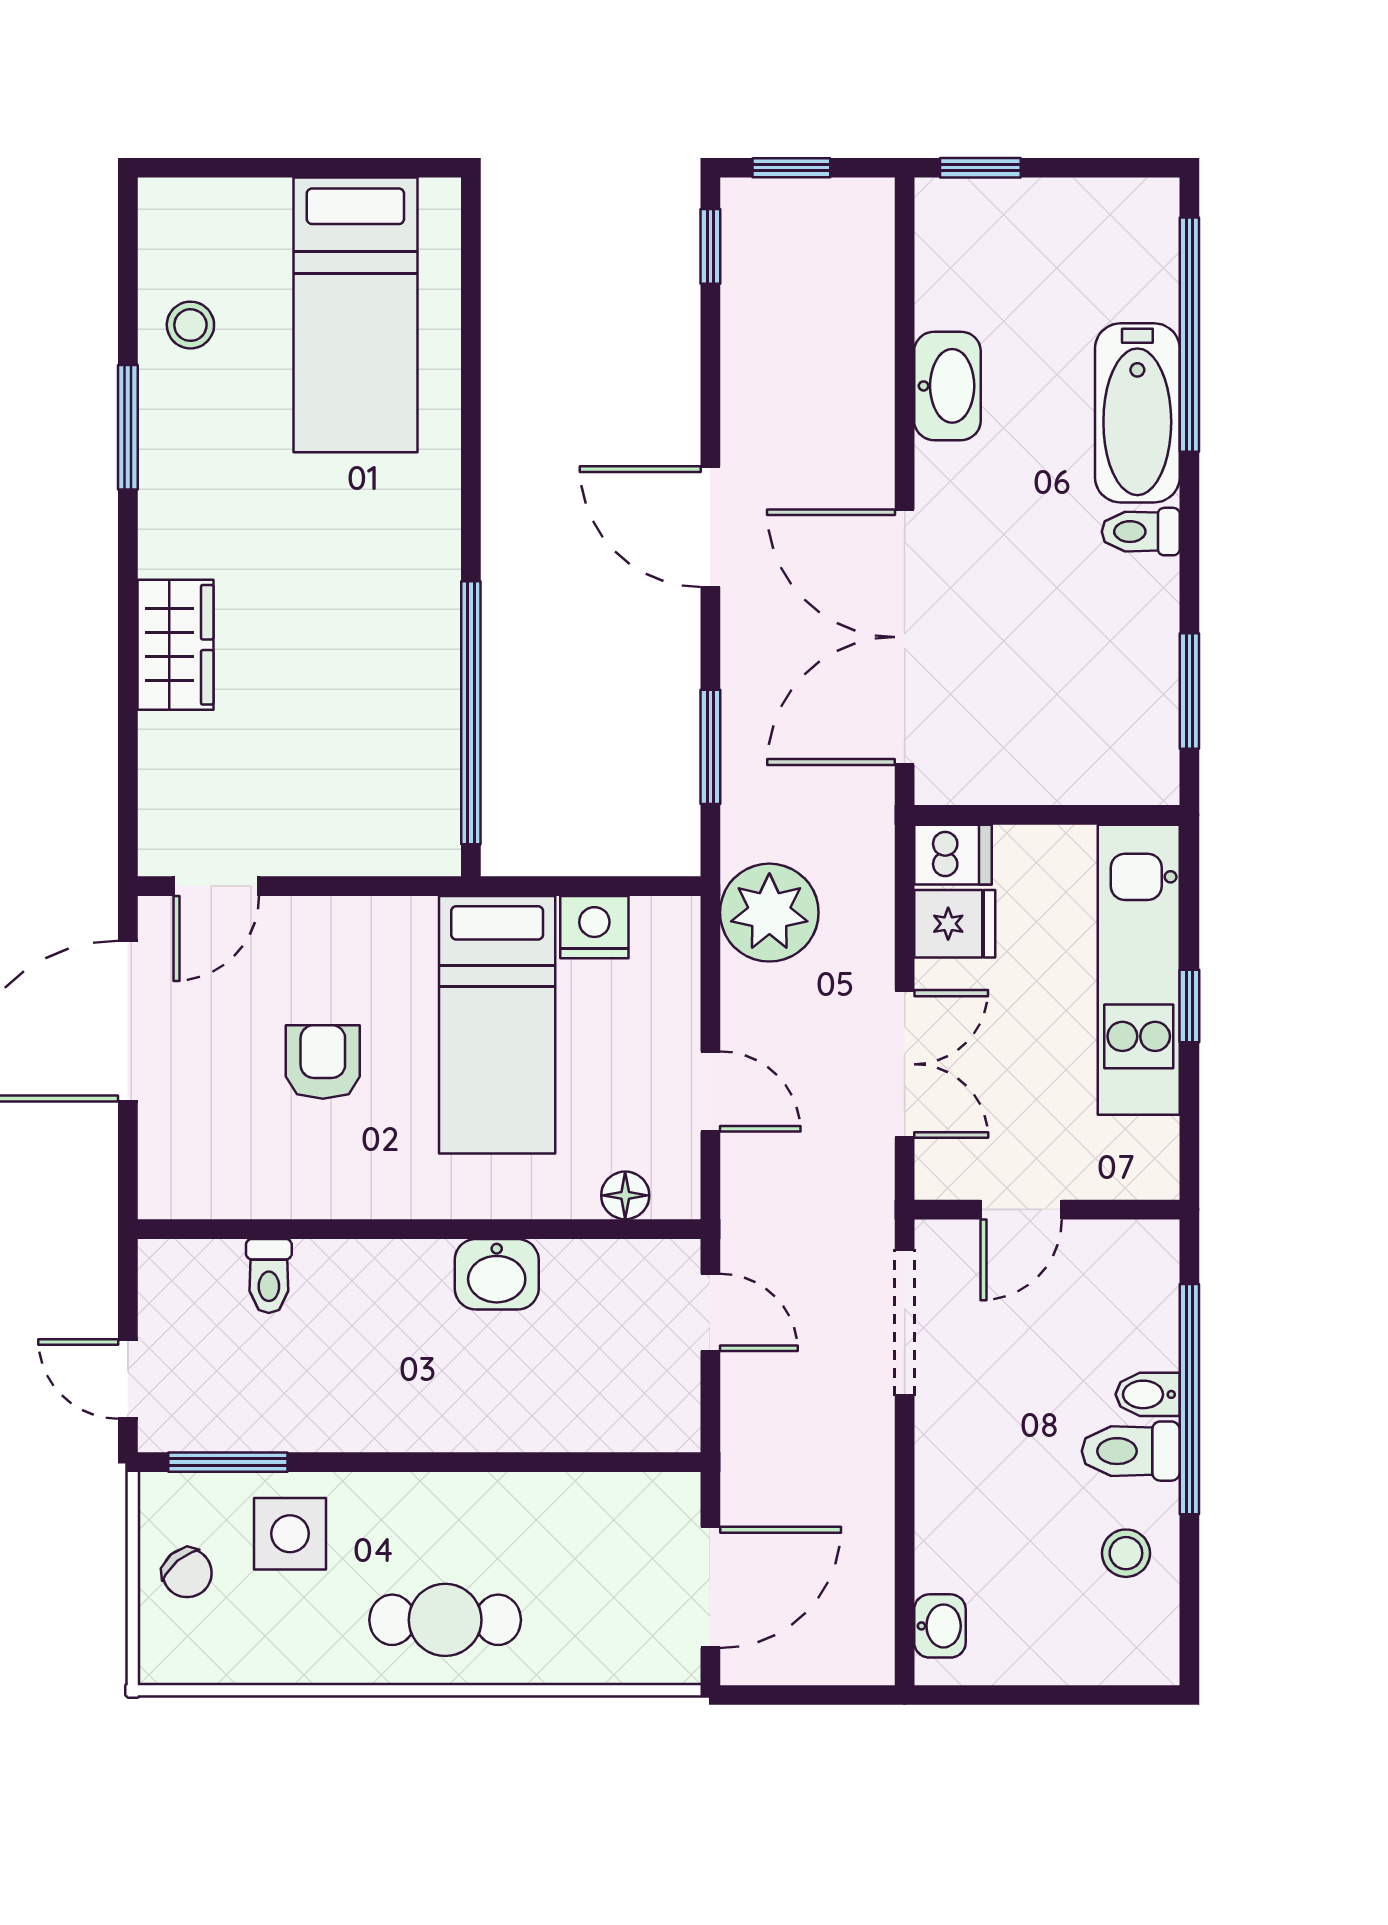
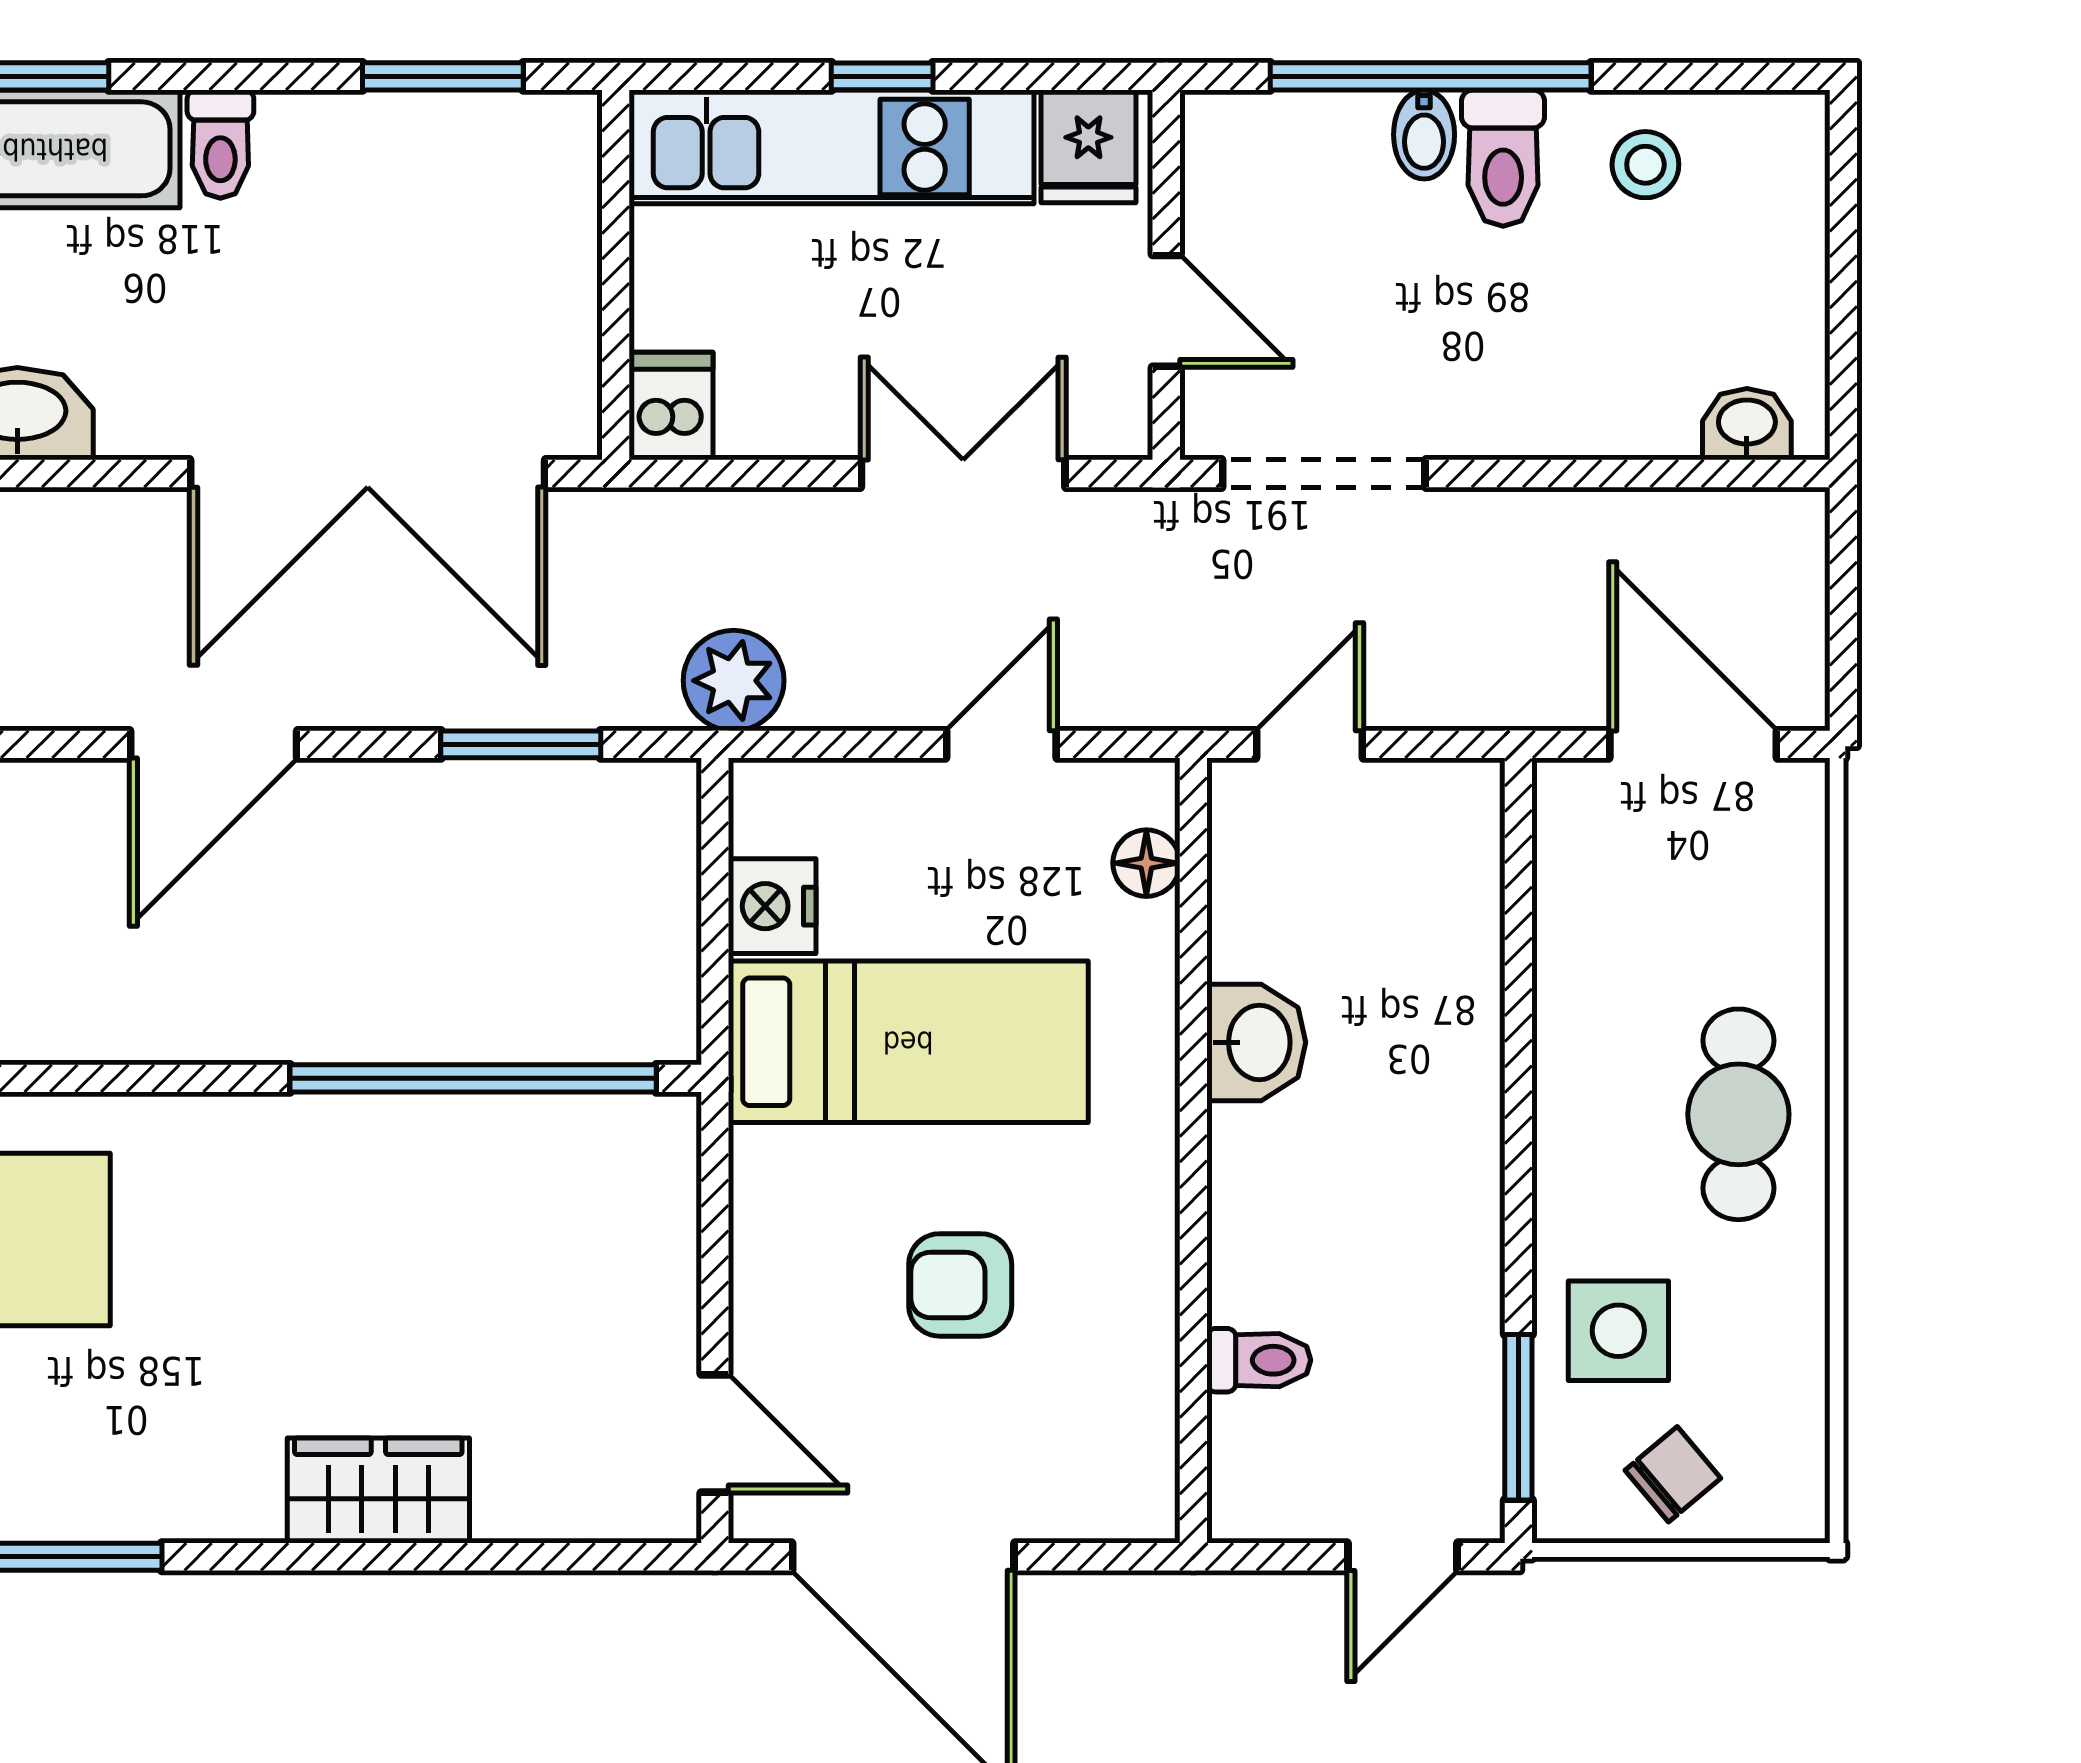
plant: (769, 913) -> (734, 681), width x0.73, depth x0.73
fridge: (955, 924) -> (1088, 146), moved, turned 180

